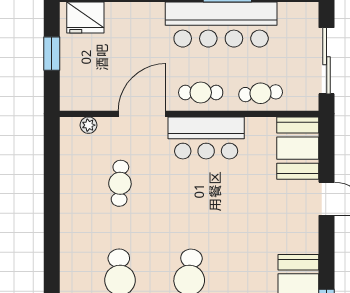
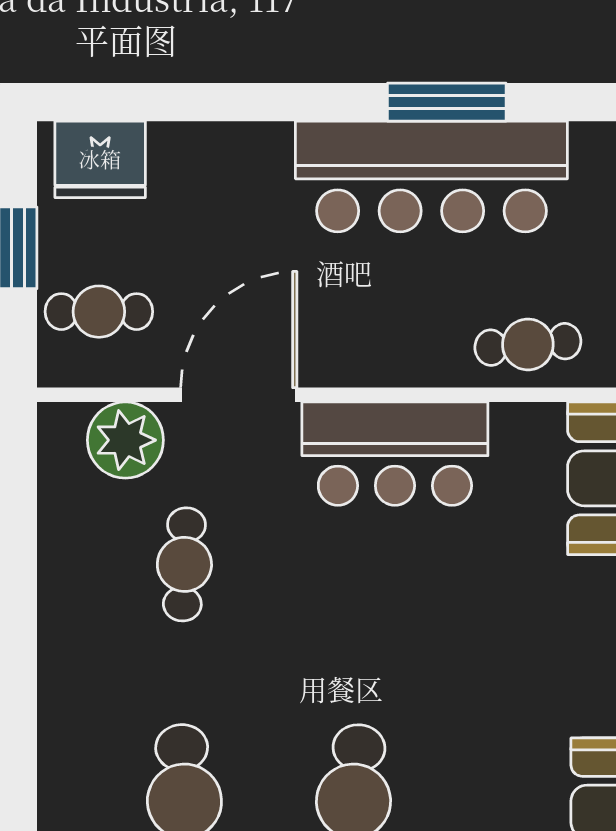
cafe table: (201, 93) -> (99, 312), moved
plant: (88, 125) -> (125, 440), width x1.87, depth x1.87

